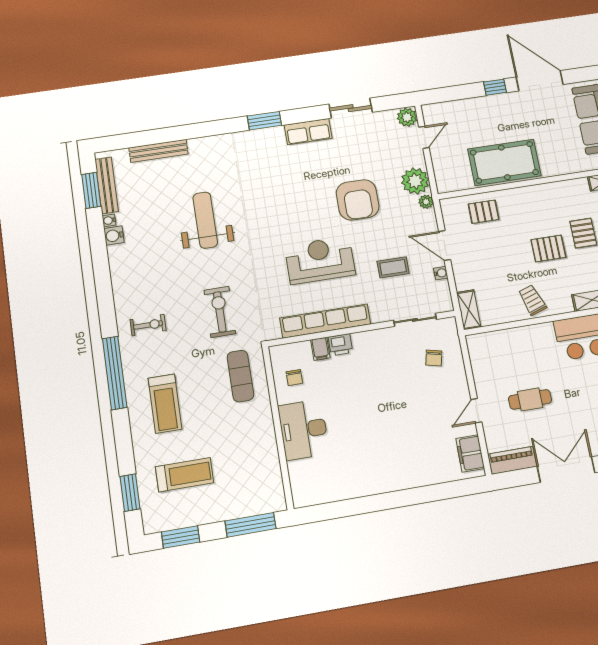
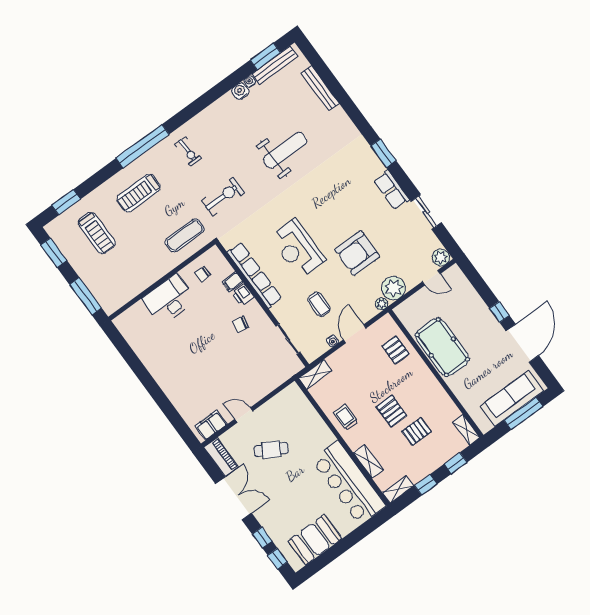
reception desk: (320, 260) -> (297, 249), turned 180
trolley: (532, 300) -> (346, 417), turned -71
chair: (434, 358) -> (241, 324), moved
cafe table: (530, 399) -> (271, 450), turned -60

